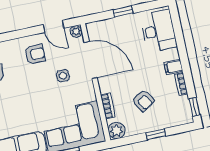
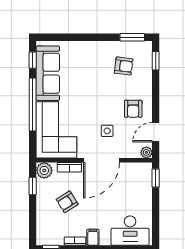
window: (123, 11) -> (156, 178), moved
door: (91, 60) -> (101, 160), moved
window: (156, 134) -> (33, 186), moved

